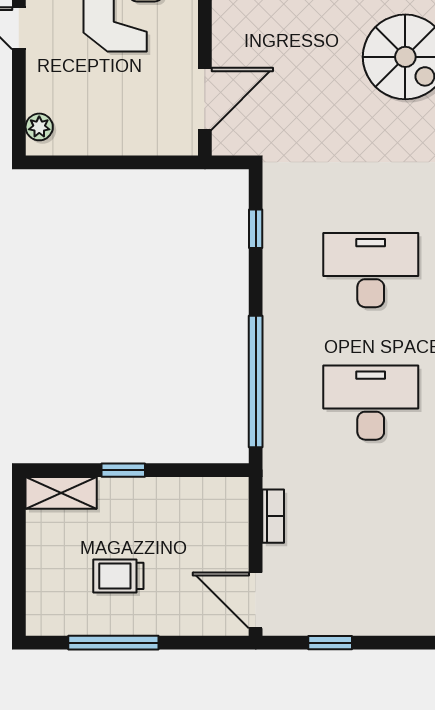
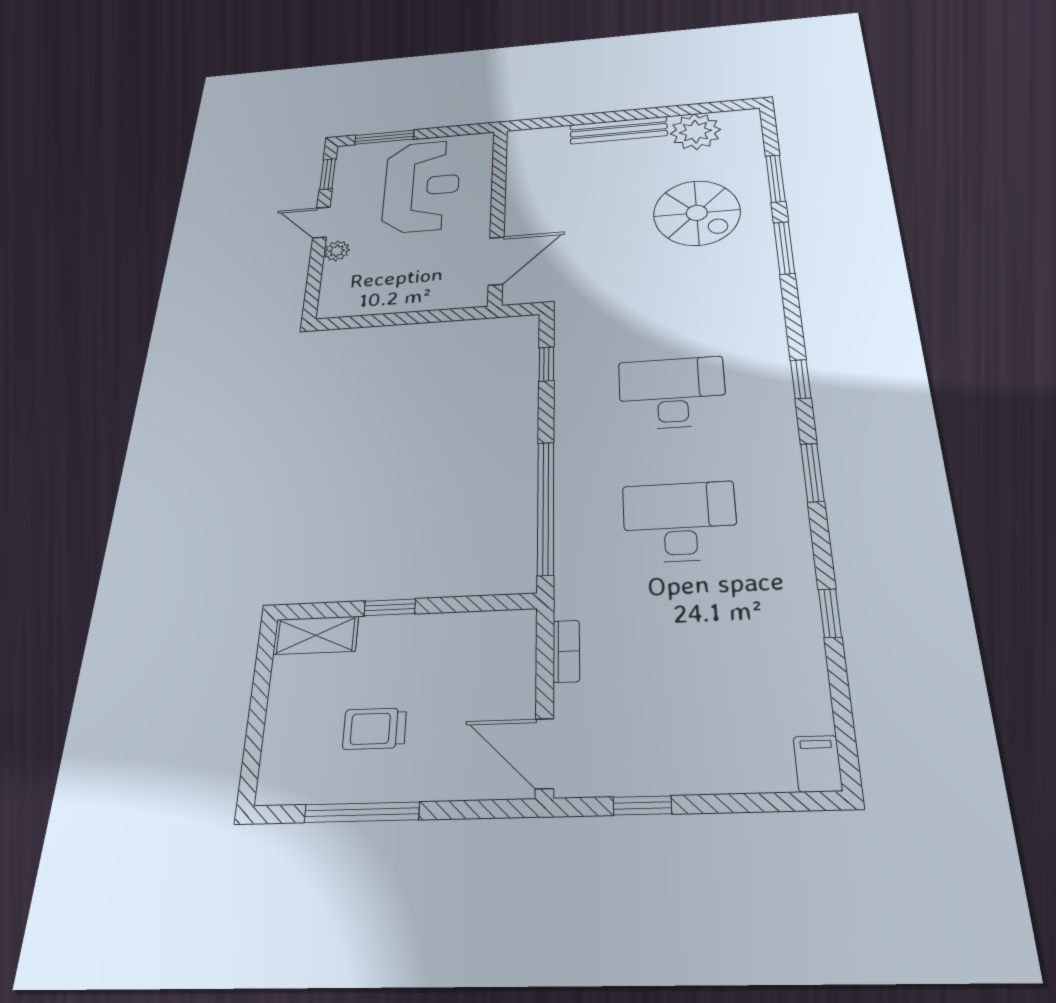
plant: (39, 127) -> (337, 251), moved

